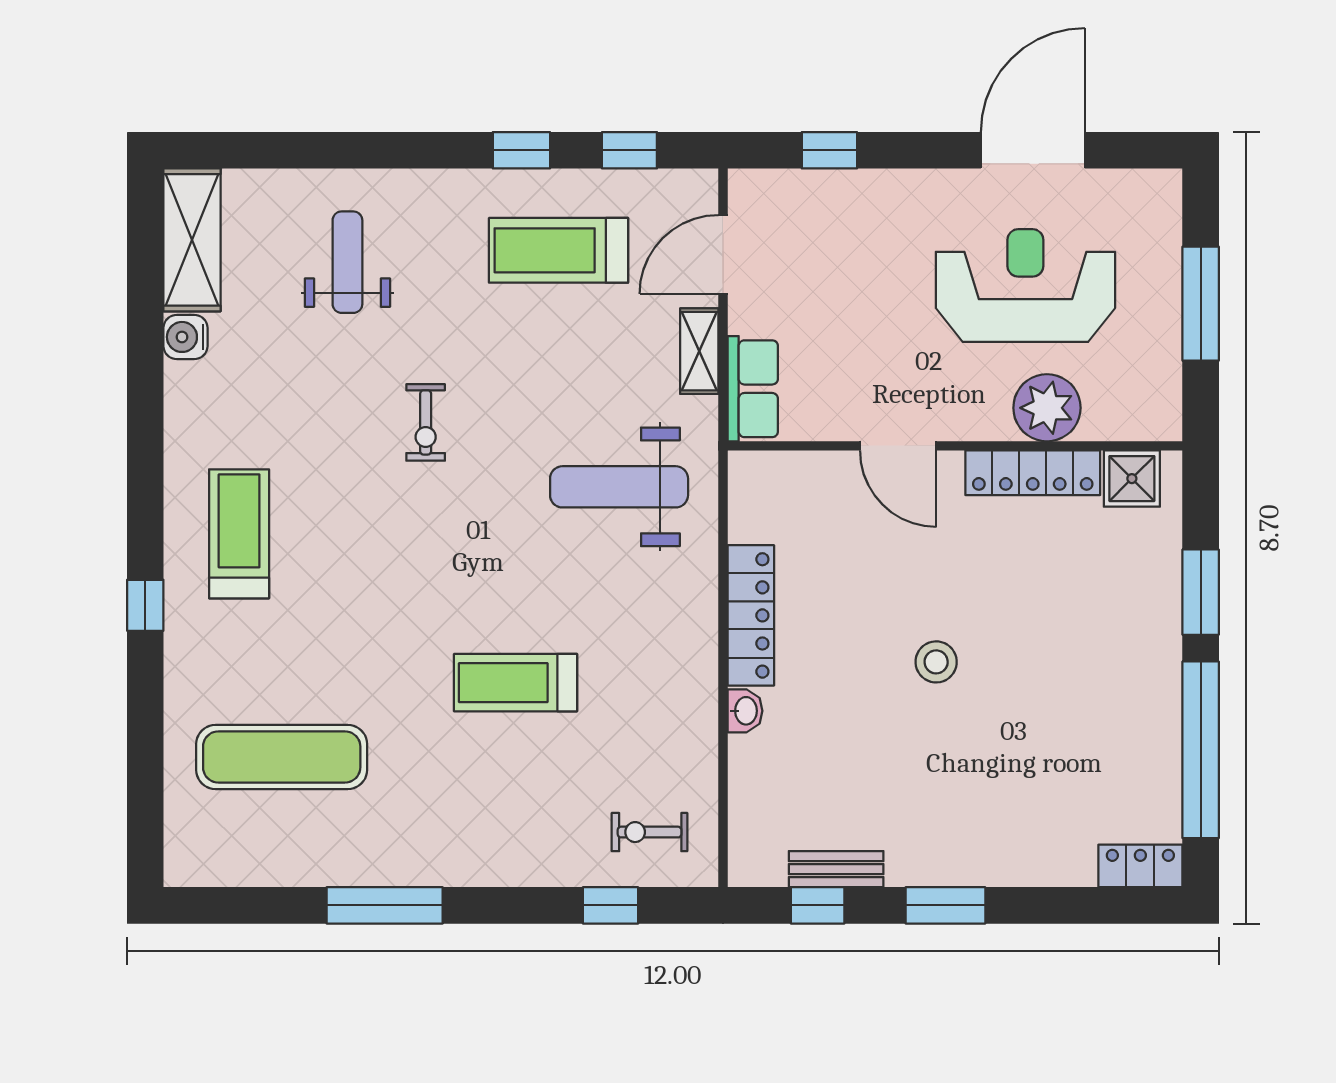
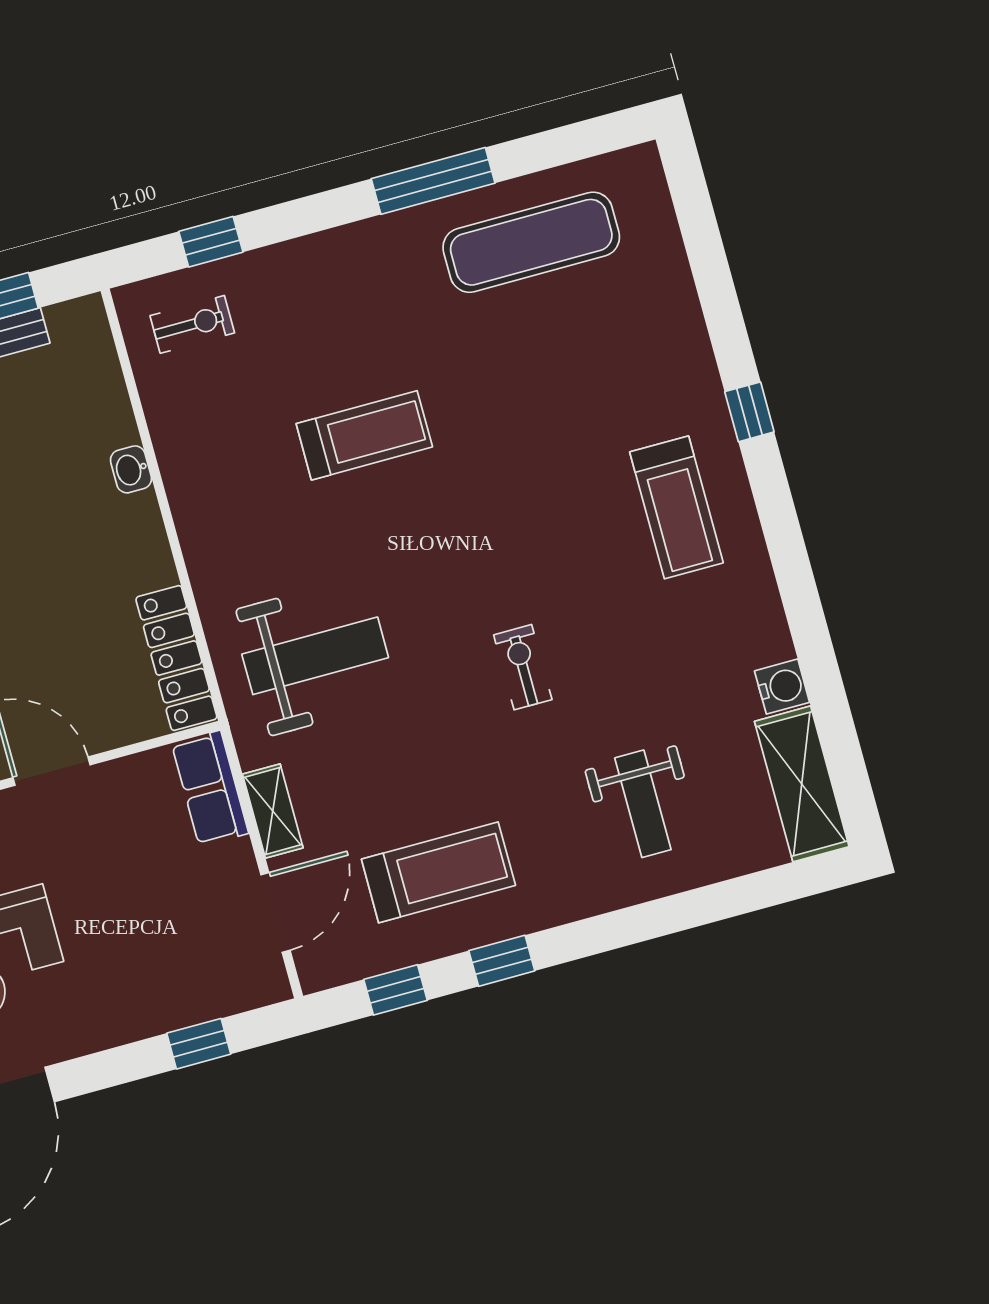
locker: (751, 615) -> (176, 658), moved
exercise mat: (282, 757) -> (531, 242), moved

